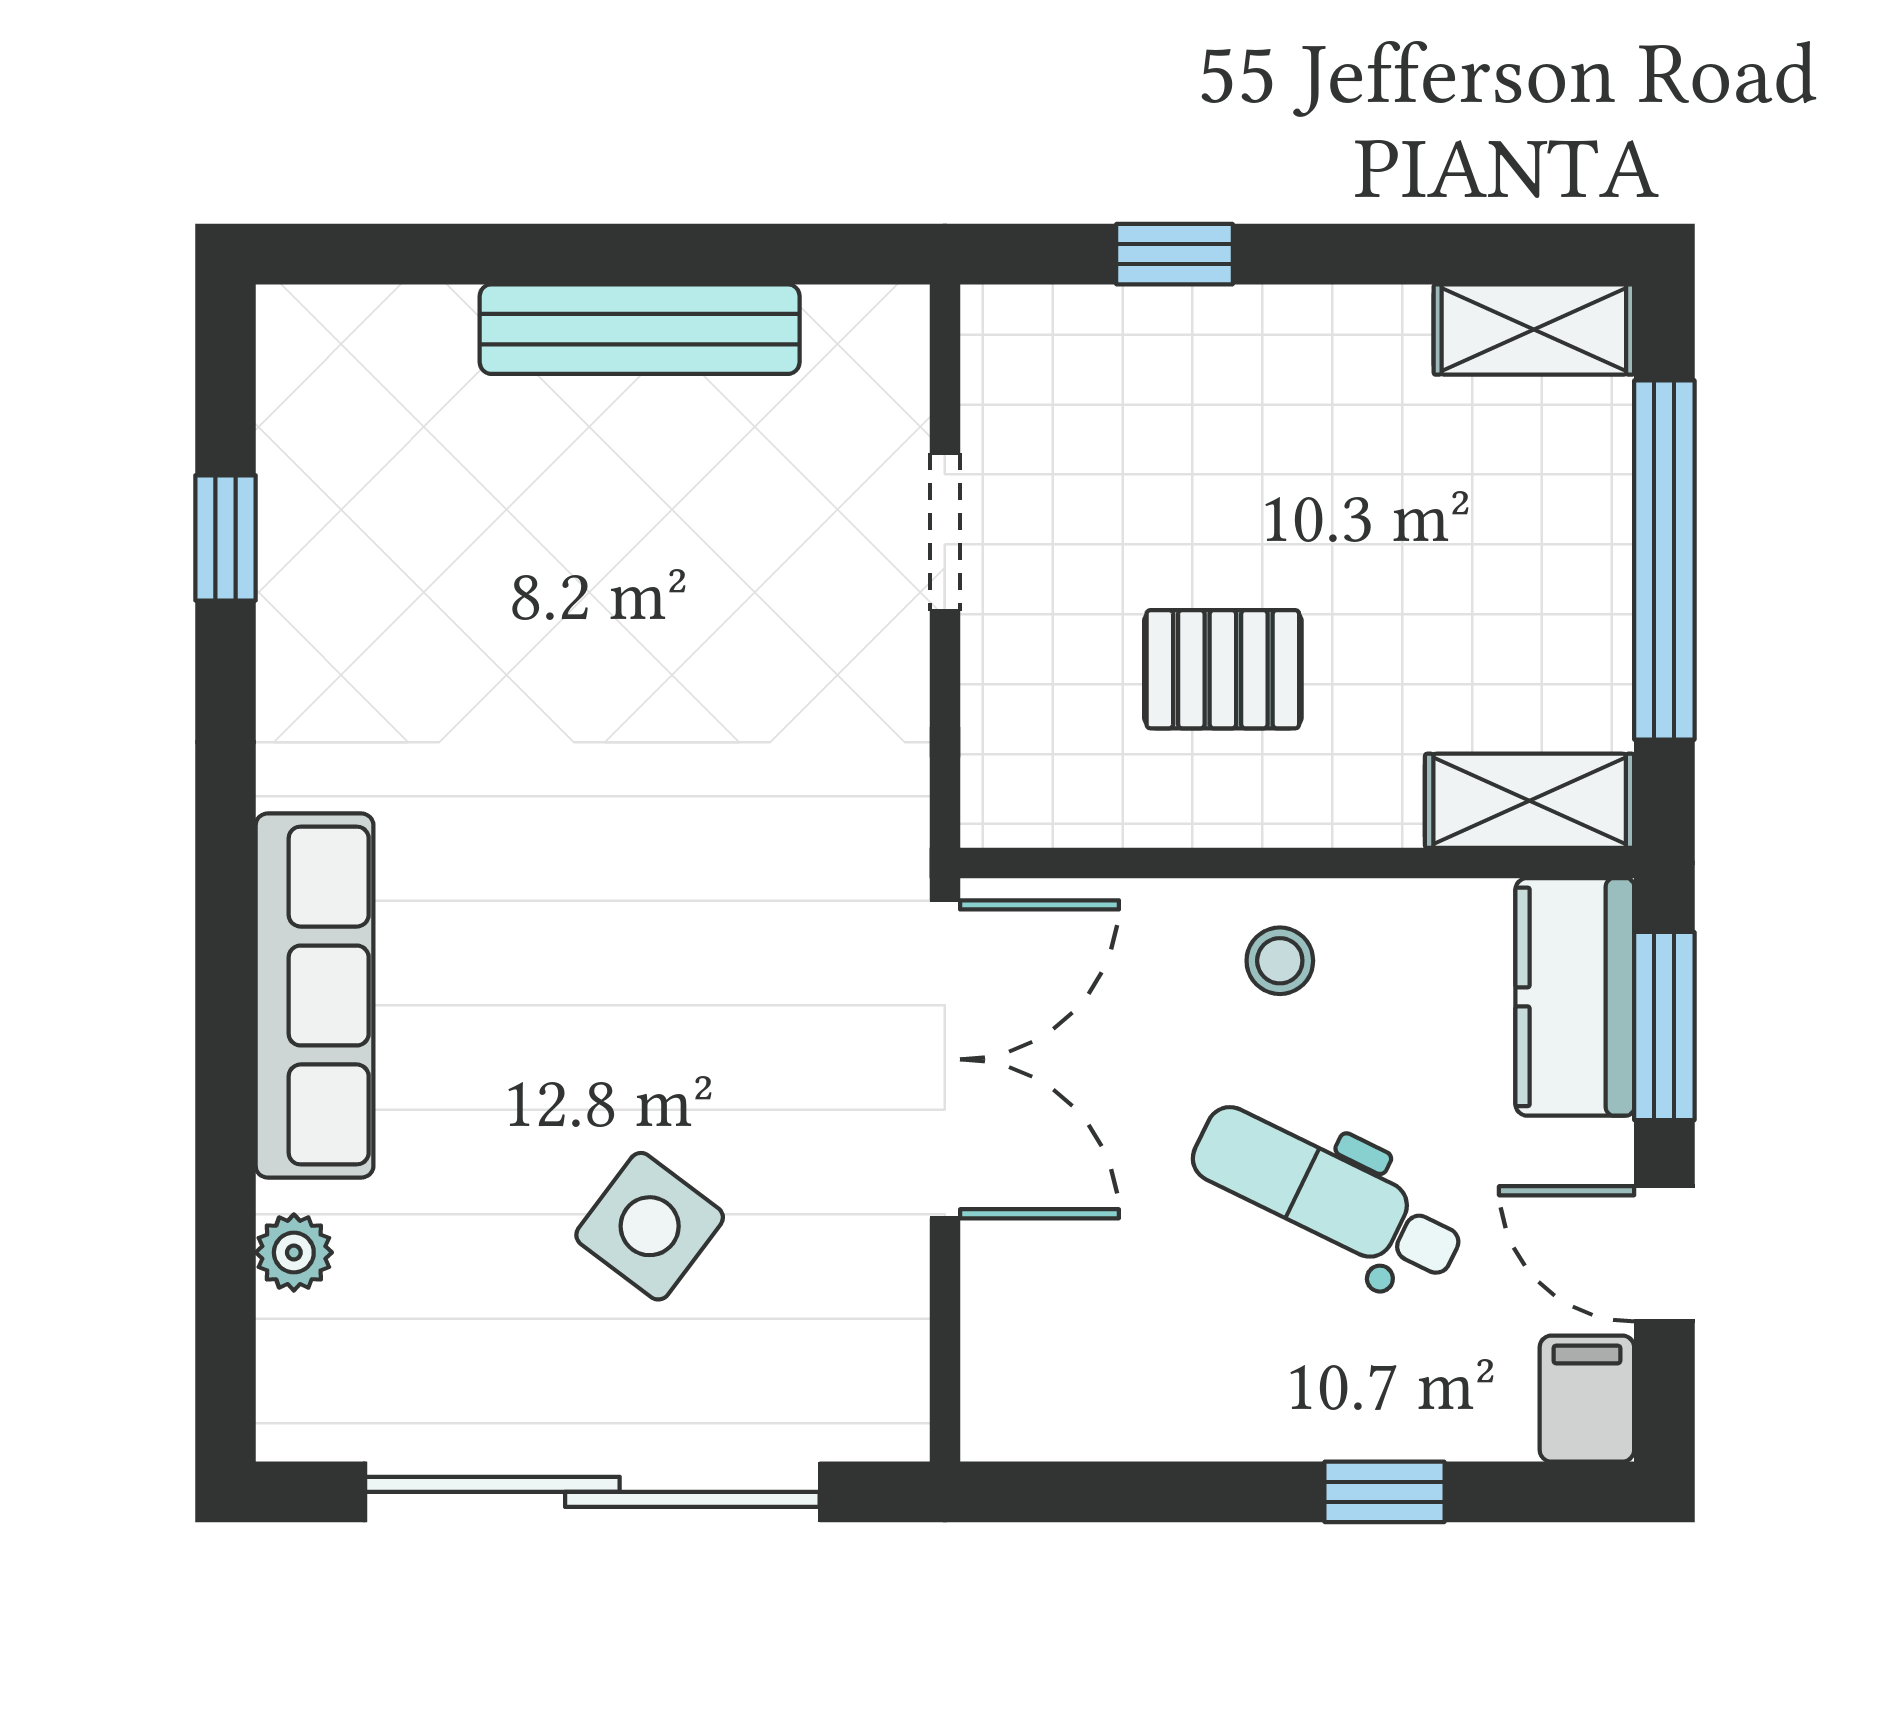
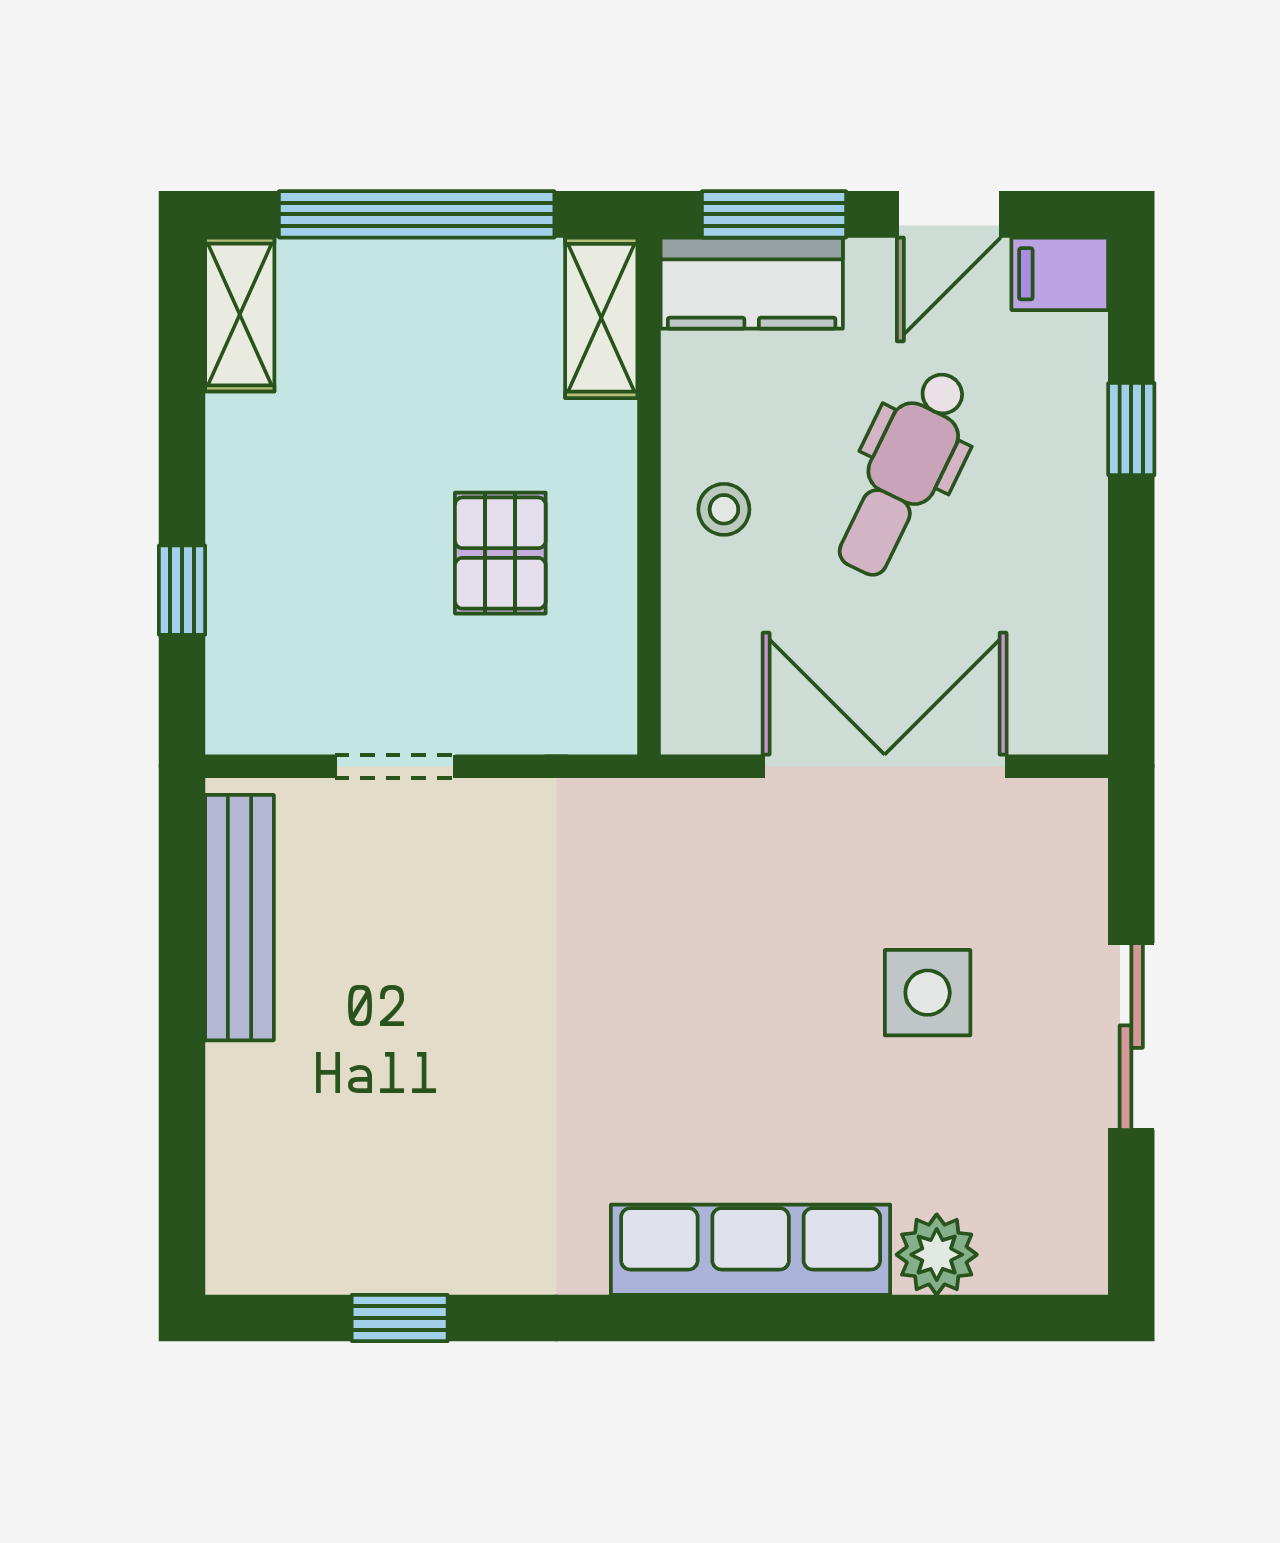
bench: (640, 329) -> (240, 918), moved
double door: (945, 1059) -> (885, 766), moved
side table: (650, 1226) -> (928, 993), turned -37
plant: (294, 1252) -> (937, 1255), width x1.38, depth x1.38
sliding door: (592, 1492) -> (1131, 1037), width x0.54

